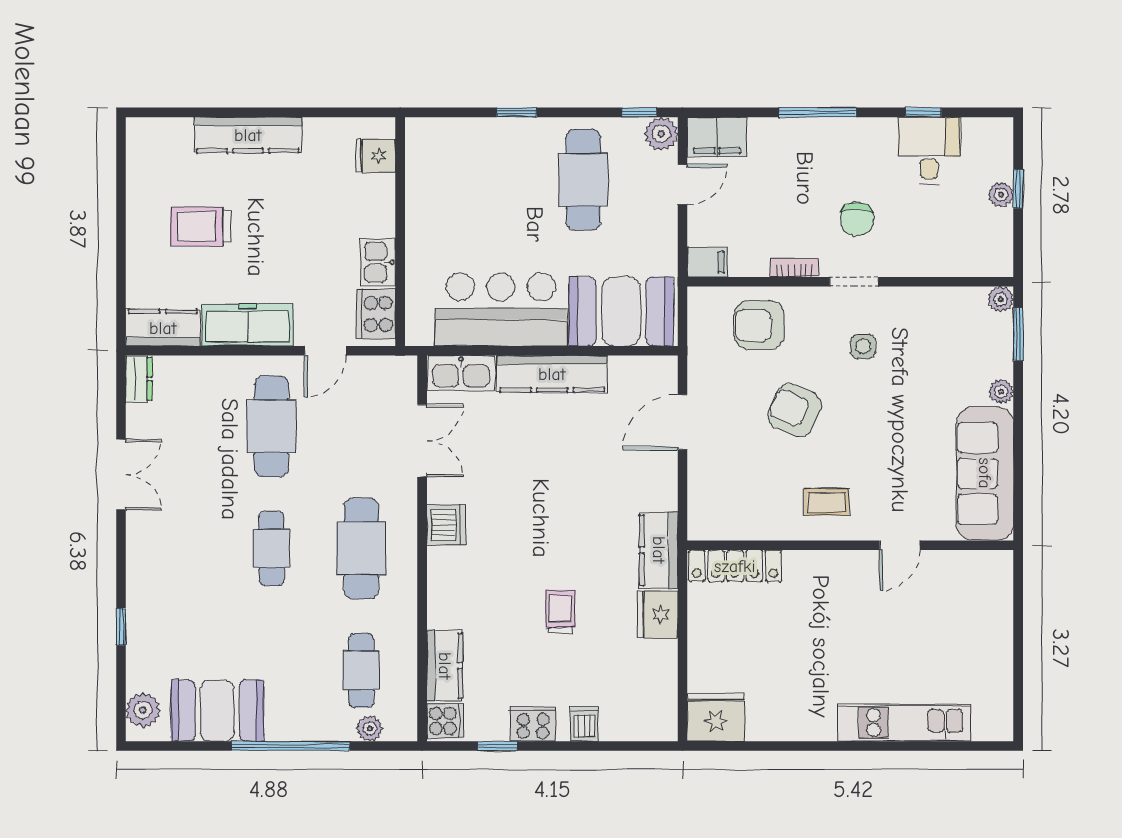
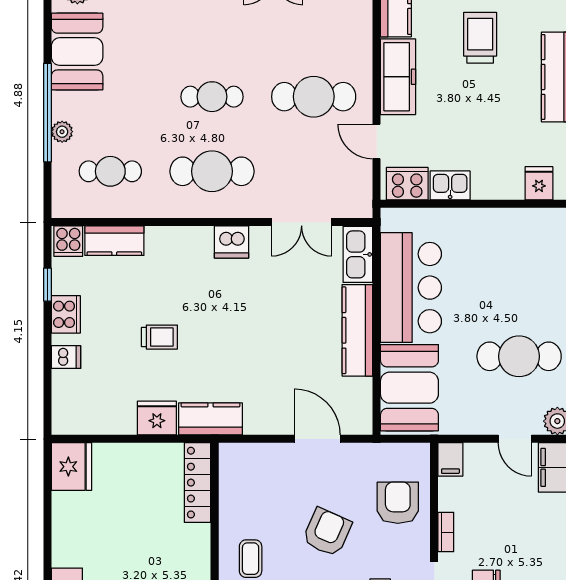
plant: (370, 728) -> (62, 132), moved

